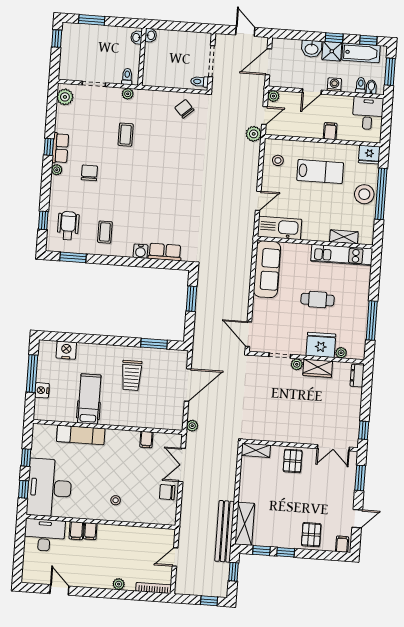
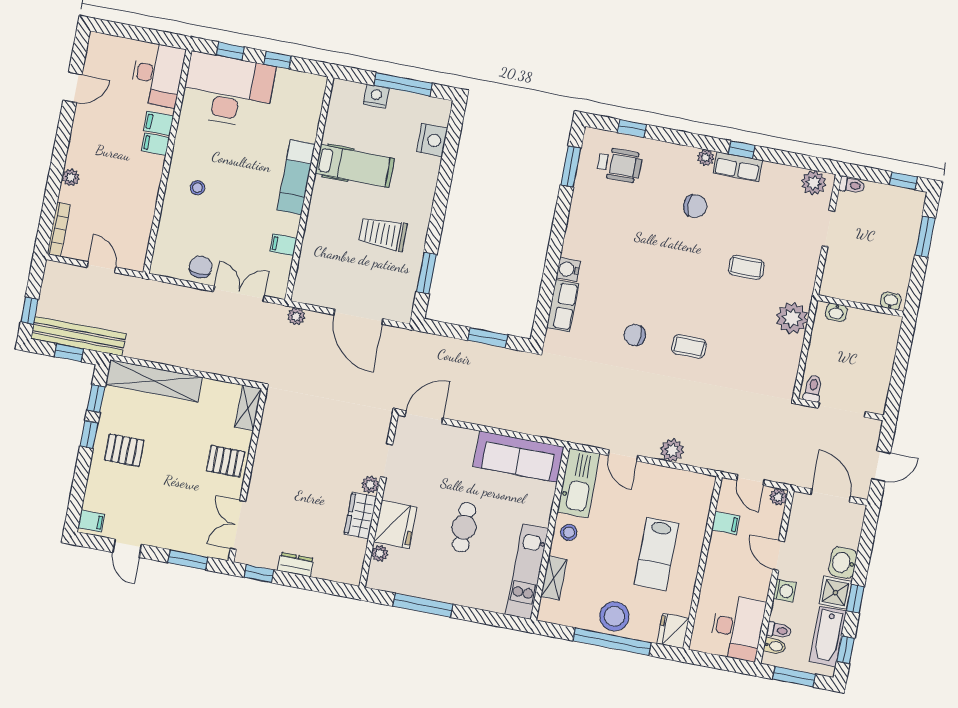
washbasin: (151, 35) -> (836, 312), moved
toilet: (127, 76) -> (852, 185), moved
plant: (128, 94) -> (792, 318), moved, width x1.87, depth x1.87
chair: (184, 109) -> (635, 335), moved, turned -138
desk: (368, 113) -> (737, 628), width x1.37
filing cabinet: (330, 131) -> (726, 523), moved
plant: (254, 134) -> (672, 450), moved
stool: (278, 160) -> (569, 532), moved
coffee table: (105, 232) -> (689, 346), moved
dresser: (357, 376) -> (296, 564), moved
exam couch: (81, 435) -> (296, 177), moved
shelving: (245, 524) -> (154, 381), width x1.47
bench: (225, 531) -> (78, 336), moved
pallet: (311, 535) -> (124, 450), moved

